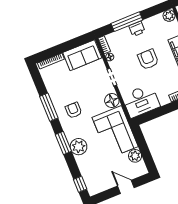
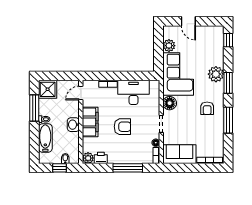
printer: (137, 29) -> (101, 158), moved
armchair: (148, 59) -> (122, 127), turned -90
desk: (141, 101) -> (133, 92), moved

